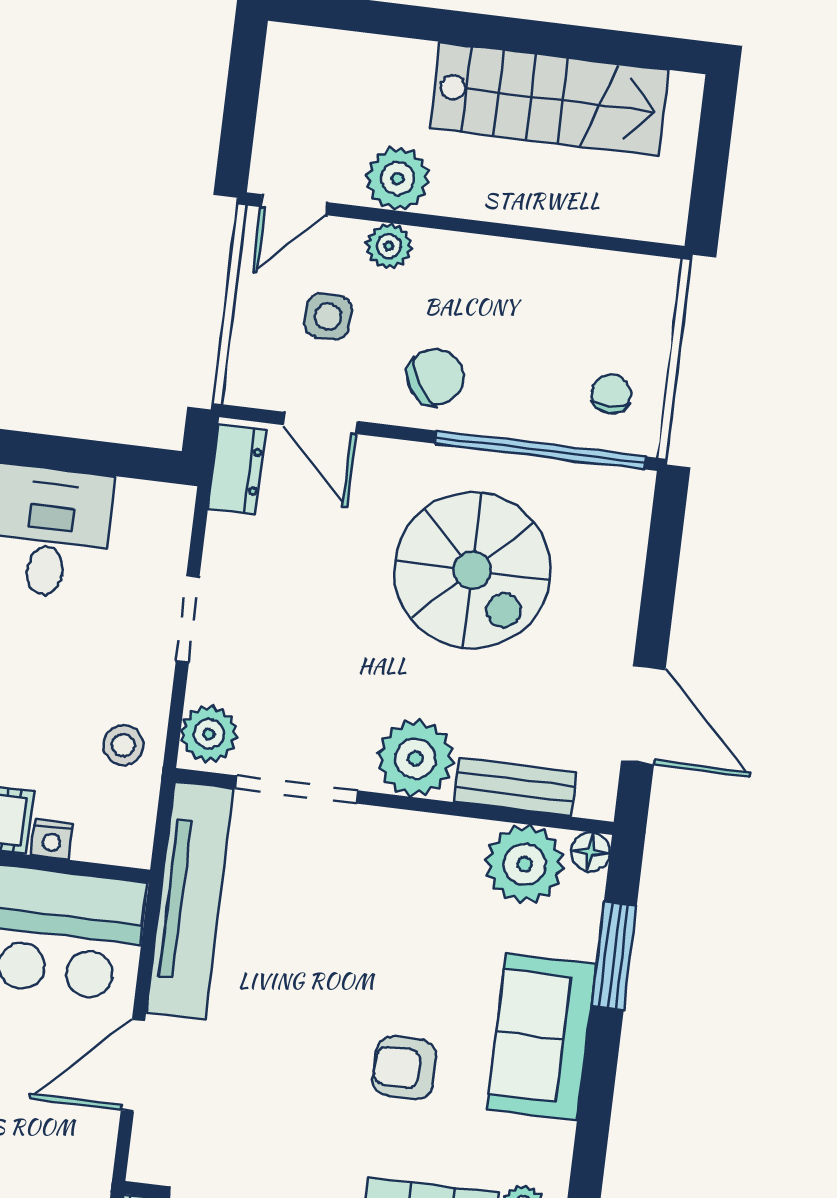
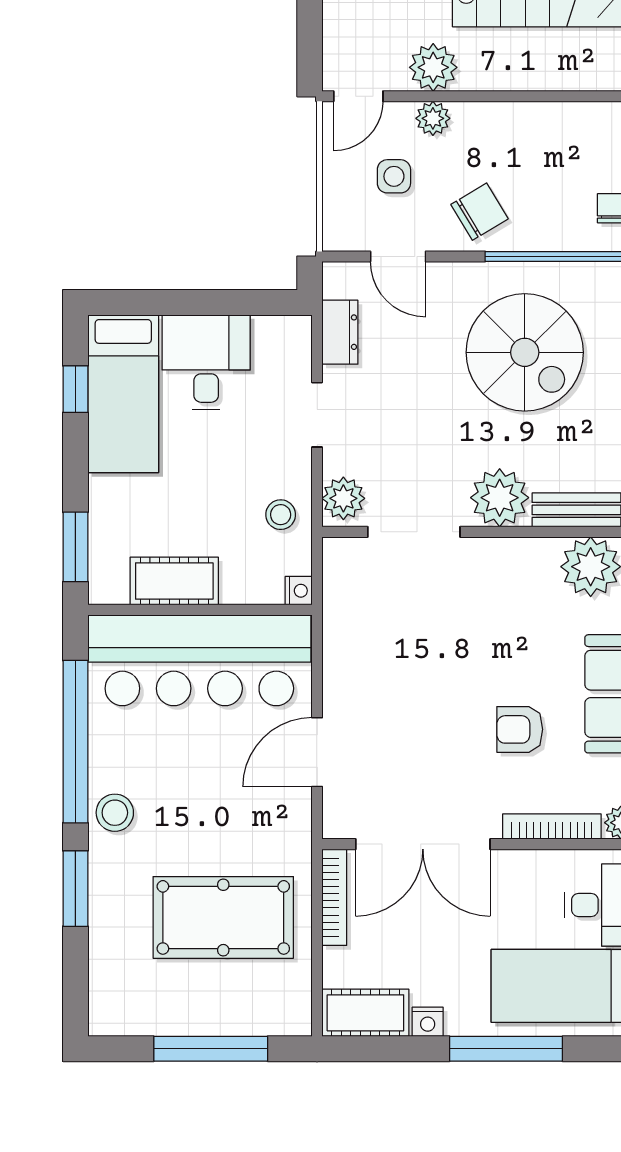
dresser: (237, 469) -> (340, 332), moved
nightstand: (52, 840) -> (299, 591), moved, turned -90
tv unit: (190, 901) -> (344, 624), removed

